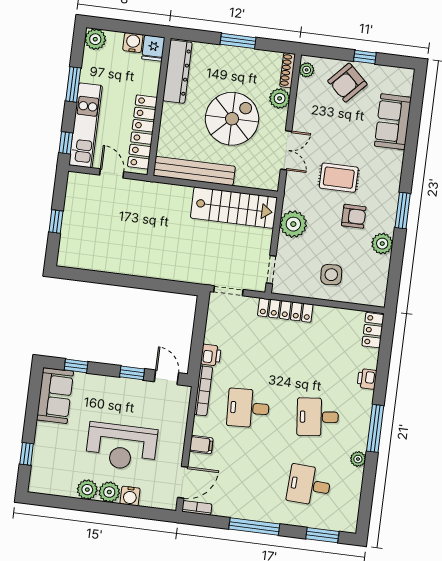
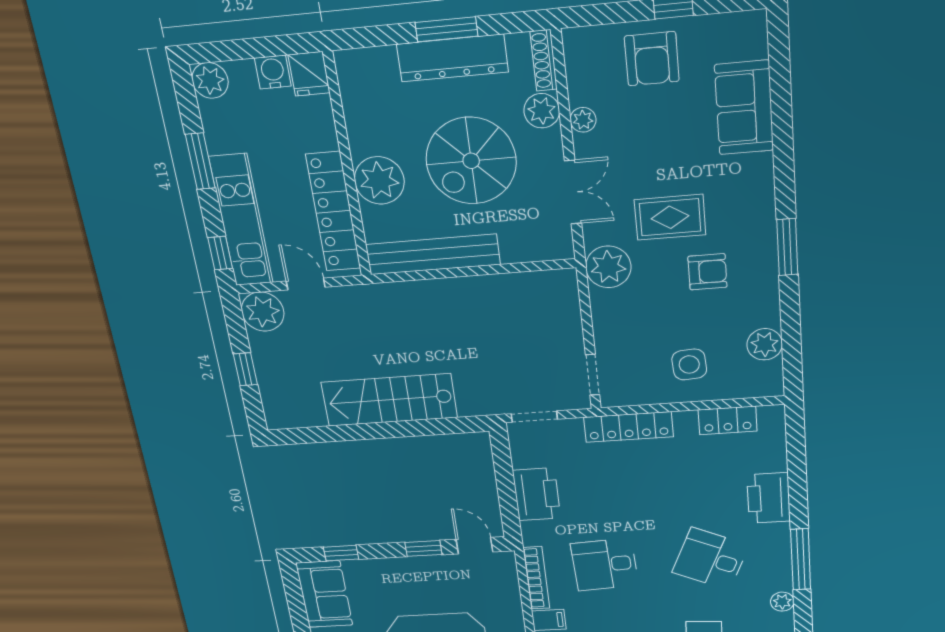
plant: (307, 70) -> (583, 120), moved
dresser: (177, 72) -> (452, 58), moved, turned 90
armchair: (347, 83) -> (652, 59), turned -43
plant: (175, 119) -> (379, 180), added
spiral stairs: (232, 119) -> (471, 161), turned 180
plant: (80, 186) -> (263, 312), added
stairs: (234, 208) -> (389, 400), moved, turned 180
plant: (293, 224) -> (608, 267), moved
plant: (382, 244) -> (765, 344), moved
locker: (373, 330) -> (728, 420), moved, turned -90
printer: (211, 355) -> (537, 494), width x1.87, depth x1.48
printer: (367, 379) -> (769, 498), width x1.87, depth x1.48
bookcase: (203, 391) -> (536, 578), moved
desk: (318, 417) -> (711, 559), turned 30

